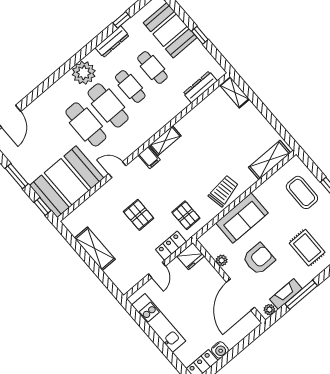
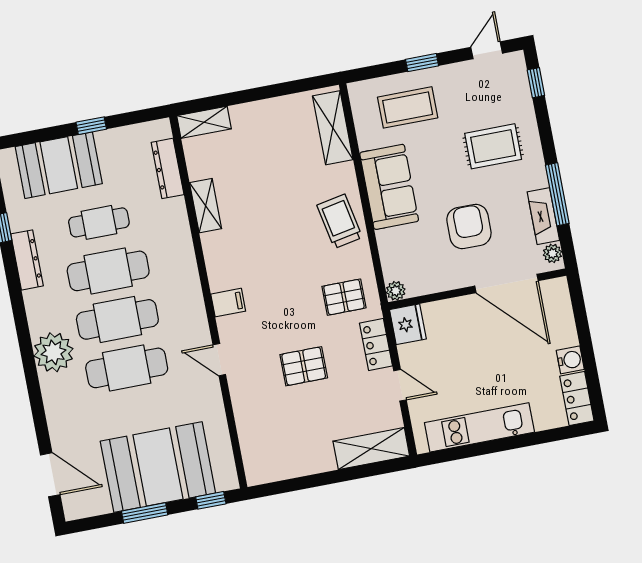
plant: (84, 73) -> (54, 352), moved
cafe table: (130, 87) -> (108, 271), width x1.37, depth x1.35
shelving: (165, 141) -> (206, 206), moved
door: (117, 170) -> (219, 360), hinge flipped
booth: (67, 182) -> (158, 467), moved, turned 90
sofa: (242, 218) -> (389, 187), moved
shelving: (95, 249) -> (371, 449), moved
plant: (222, 260) -> (396, 291), moved

